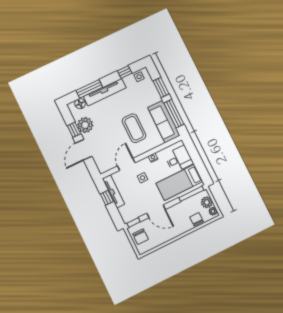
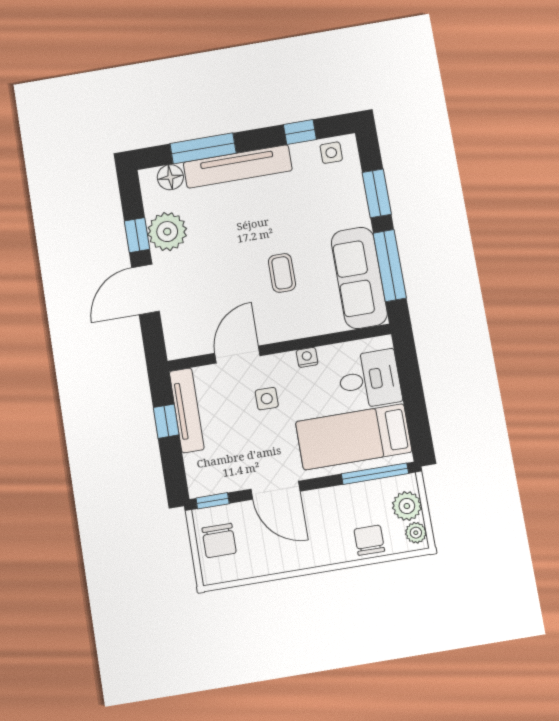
coffee table: (134, 128) -> (282, 273), width x0.54, depth x0.58

